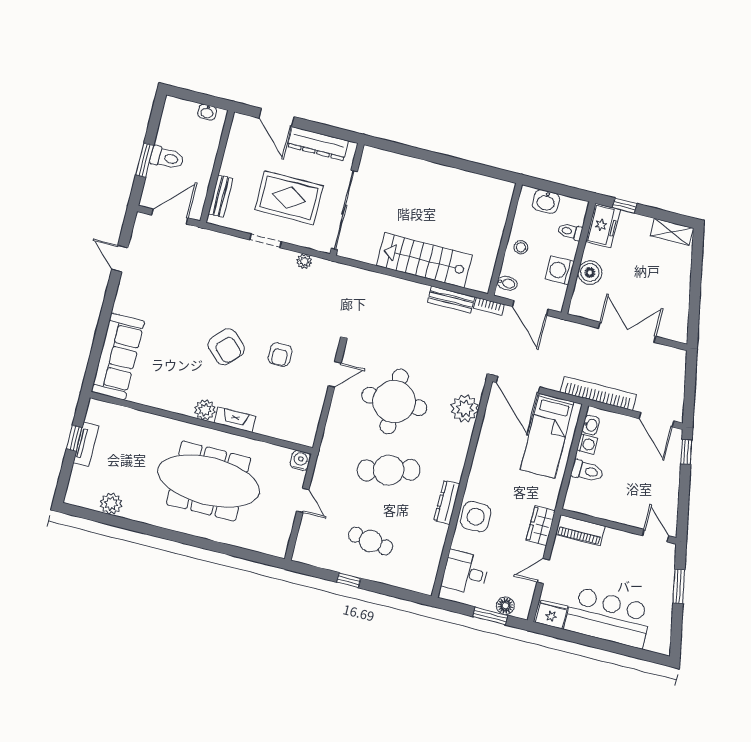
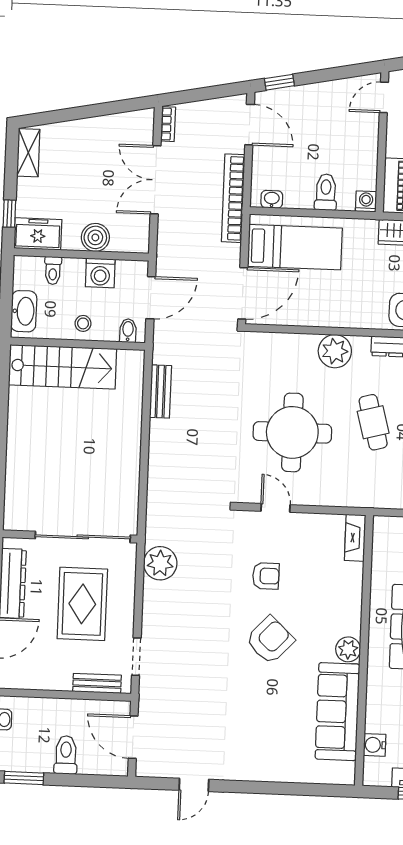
window: (145, 160) -> (24, 778), moved
washbasin: (546, 202) -> (24, 311), width x1.38
doorway: (266, 241) -> (136, 657), moved
stairs: (424, 260) -> (62, 367), moved, turned -90
plant: (304, 261) -> (160, 563), width x1.88, depth x1.88
bookcase: (489, 306) -> (168, 124), moved
sofa: (118, 356) -> (337, 712), moved, turned -90
plant: (465, 408) -> (335, 351), moved
fireplace: (235, 420) -> (355, 538), moved
door: (656, 420) -> (250, 125), hinge flipped
washing machine: (587, 444) -> (366, 202), moved
water cooler: (300, 460) -> (375, 745), moved
cafe table: (389, 470) -> (373, 422), width x0.73, depth x0.74

